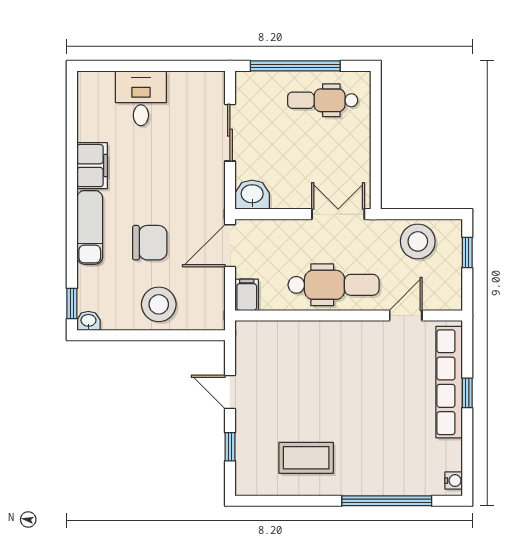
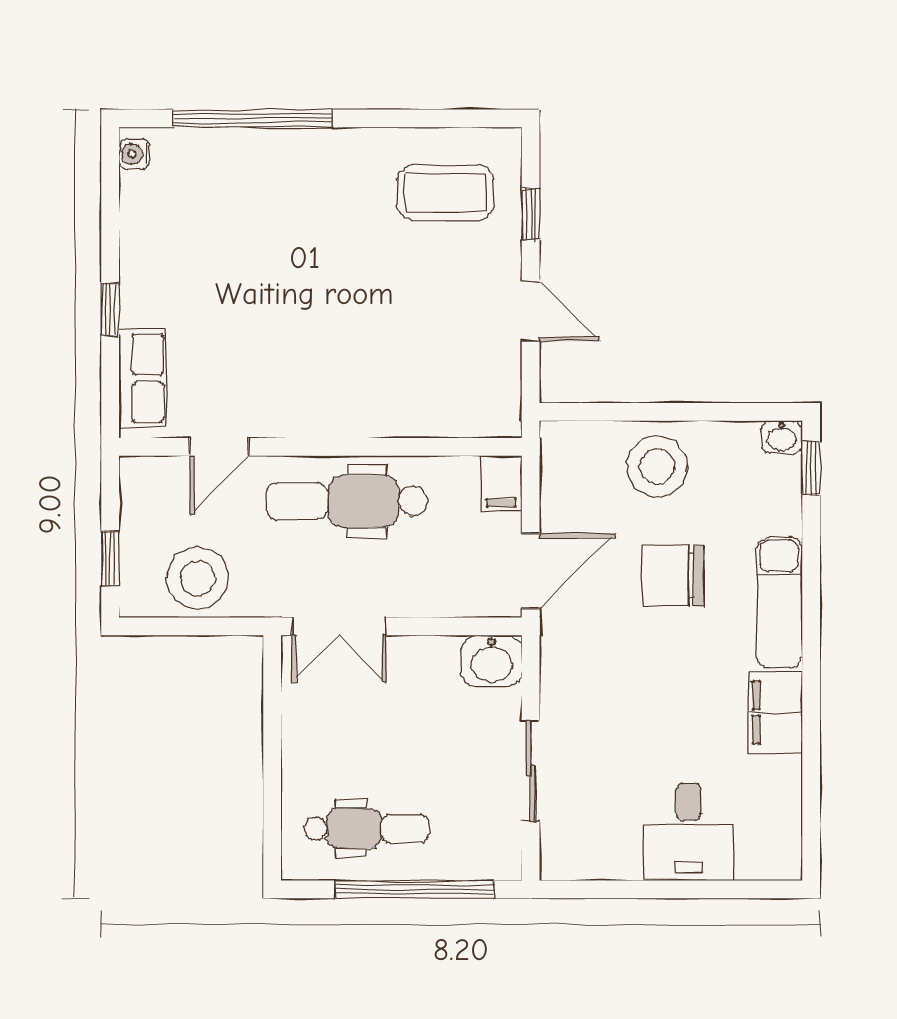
row of seats: (449, 382) -> (142, 378), width x0.50
coffee table: (306, 458) -> (446, 193), moved

